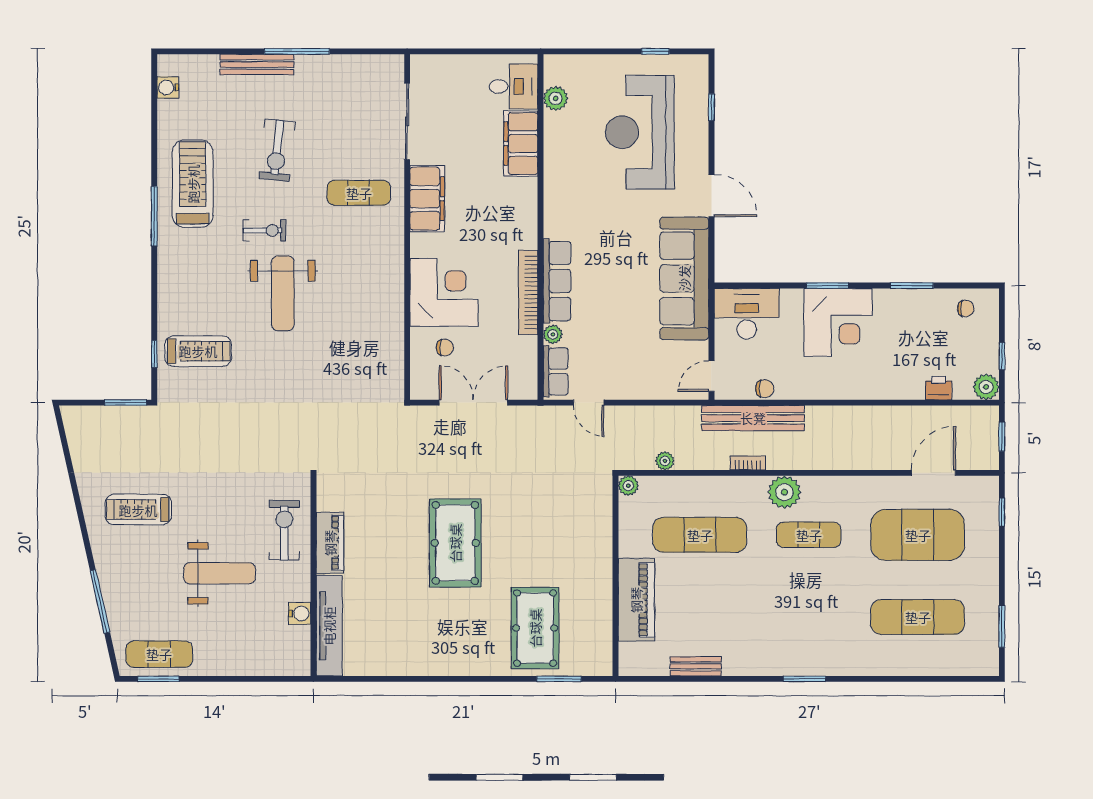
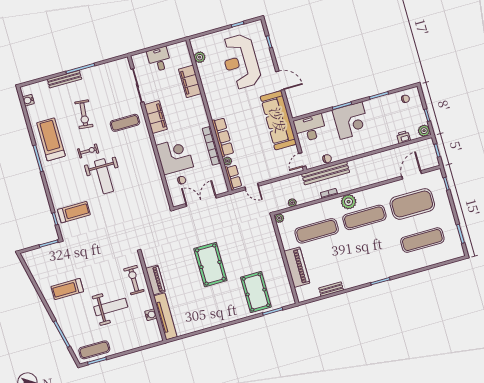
desk: (513, 86) -> (159, 59), moved, turned -90
exercise mat: (809, 535) -> (364, 217), width x1.36, depth x1.45

